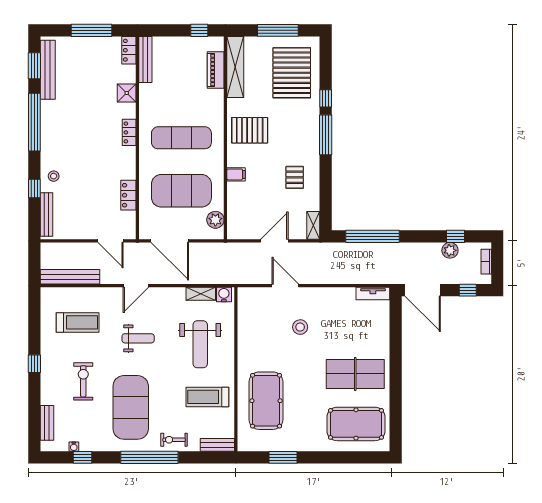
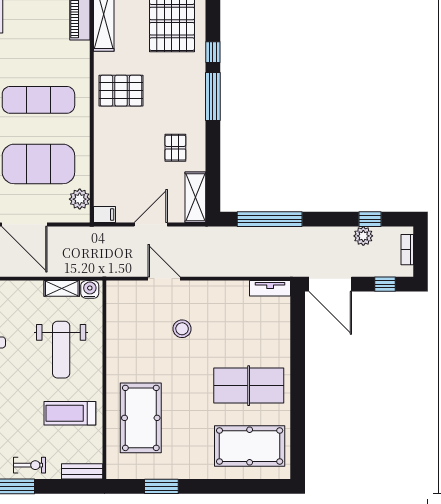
filing cabinet: (236, 174) -> (104, 215), moved
shelving: (313, 225) -> (195, 197), width x1.50, depth x1.33
exercise bike: (174, 440) -> (30, 465), turned 180

